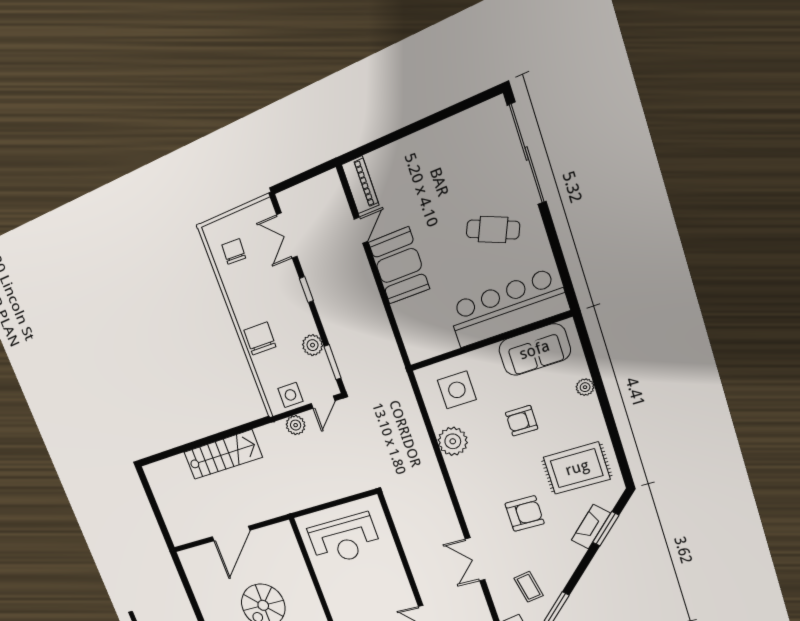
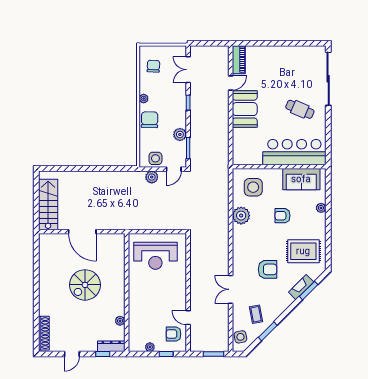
plant: (239, 309) -> (144, 99), added
stairs: (223, 455) -> (48, 205), moved, turned -90
door: (231, 534) -> (82, 232), hinge flipped

